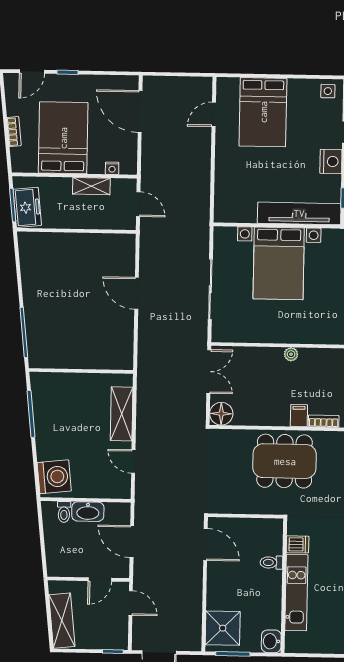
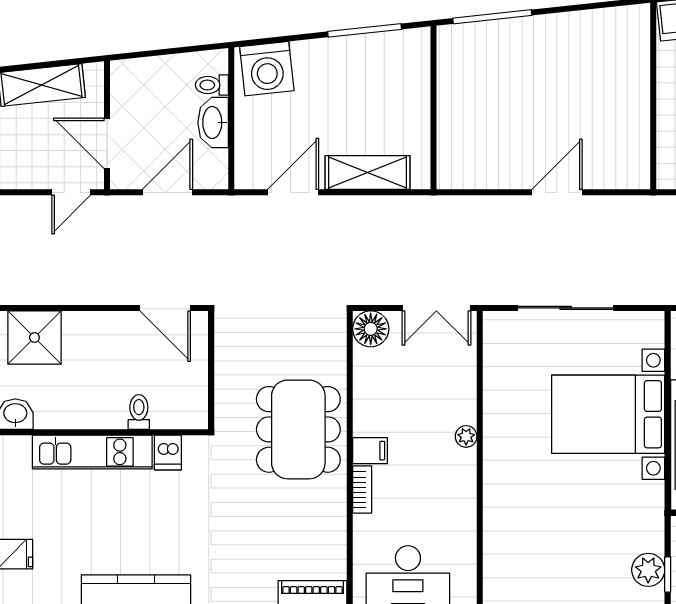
door: (133, 461) -> (293, 192), width x1.38
door: (205, 544) -> (165, 308), hinge flipped
door: (100, 579) -> (107, 143), width x1.38

